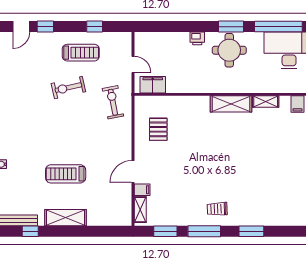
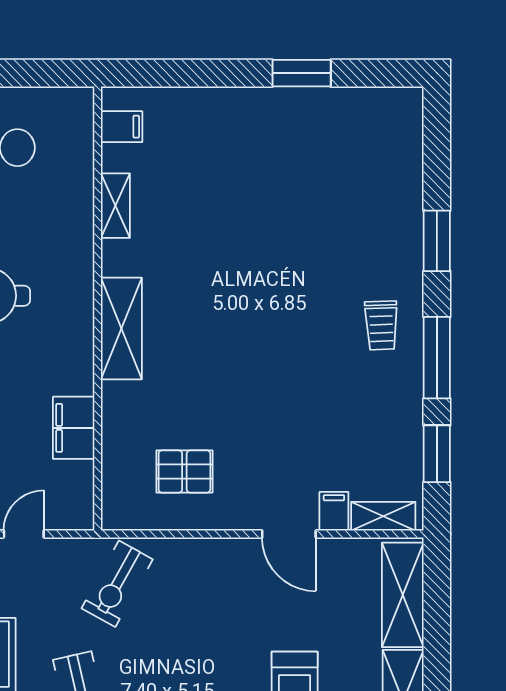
filing cabinet: (153, 85) -> (74, 428), moved
exercise bike: (113, 102) -> (117, 584), turned -50
shelving: (231, 104) -> (121, 329), moved
shelving: (108, 218) -> (403, 595), added

